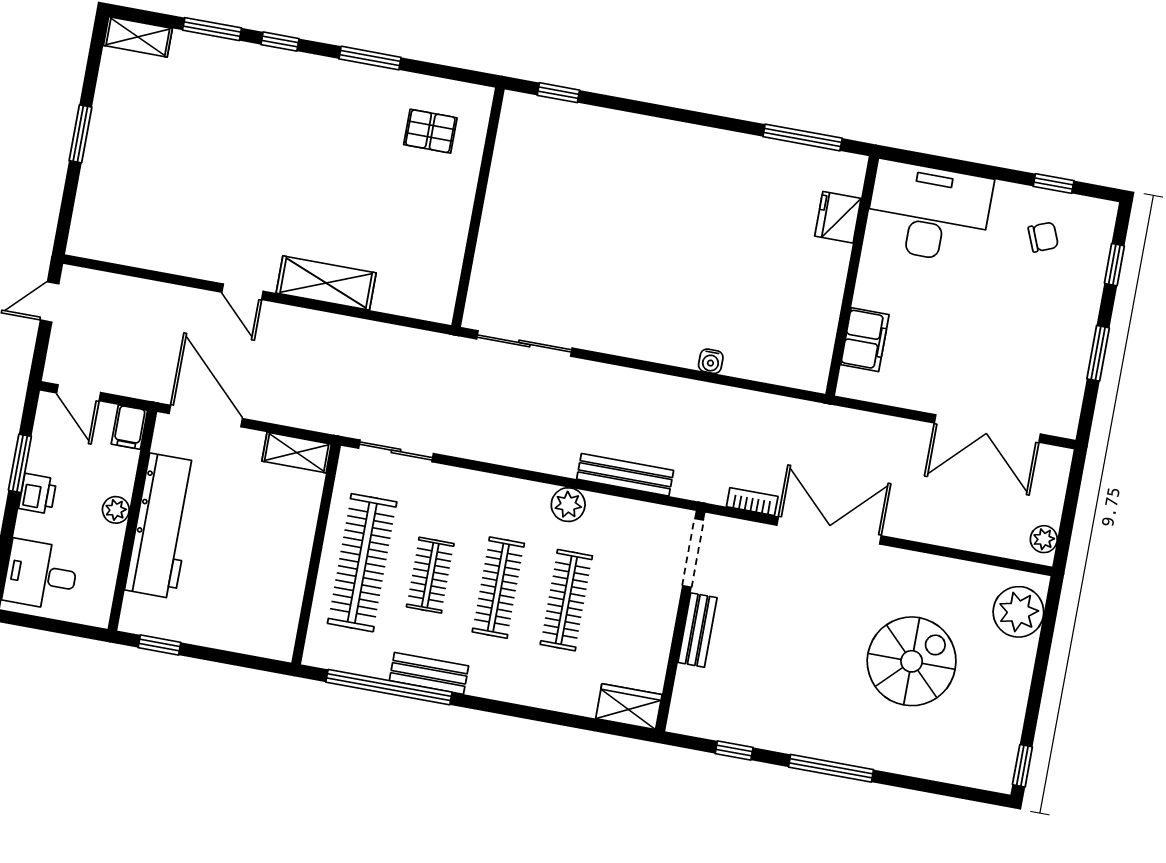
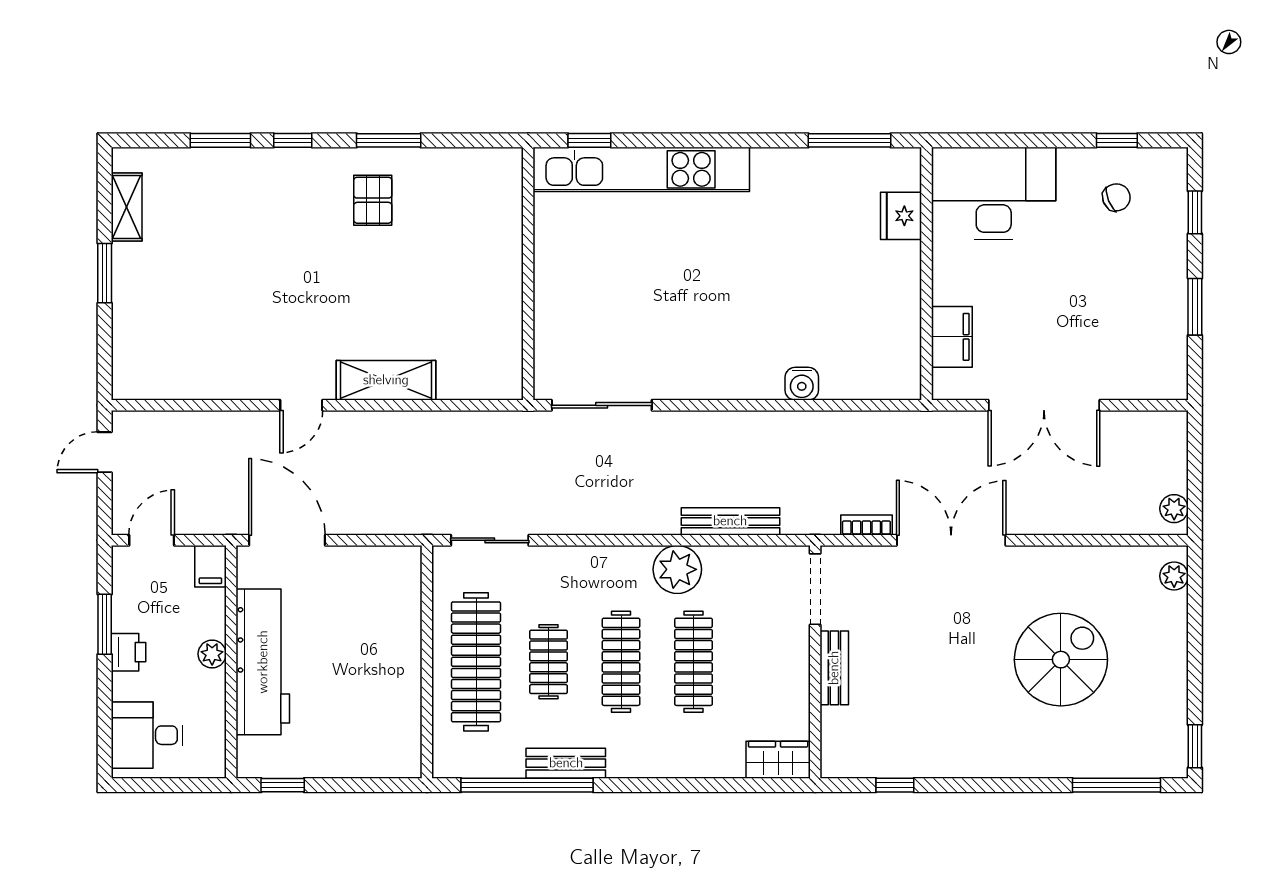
shelving: (138, 37) -> (127, 207), moved, turned 90
kitchen unit: (602, 129) -> (641, 169), added
pallet: (430, 131) -> (373, 200), moved, turned 90
door: (242, 292) -> (301, 405), hinge flipped
water cooler: (711, 361) -> (802, 384), width x1.38, depth x1.38
door: (79, 393) -> (152, 540), swing flipped
double door: (987, 429) -> (1044, 405), moved
shelving: (297, 453) -> (388, 561), removed
plant: (568, 505) -> (677, 569), width x1.36, depth x1.36
plant: (1018, 612) -> (1174, 576), width x0.53, depth x0.53
window: (831, 768) -> (1117, 785), moved

